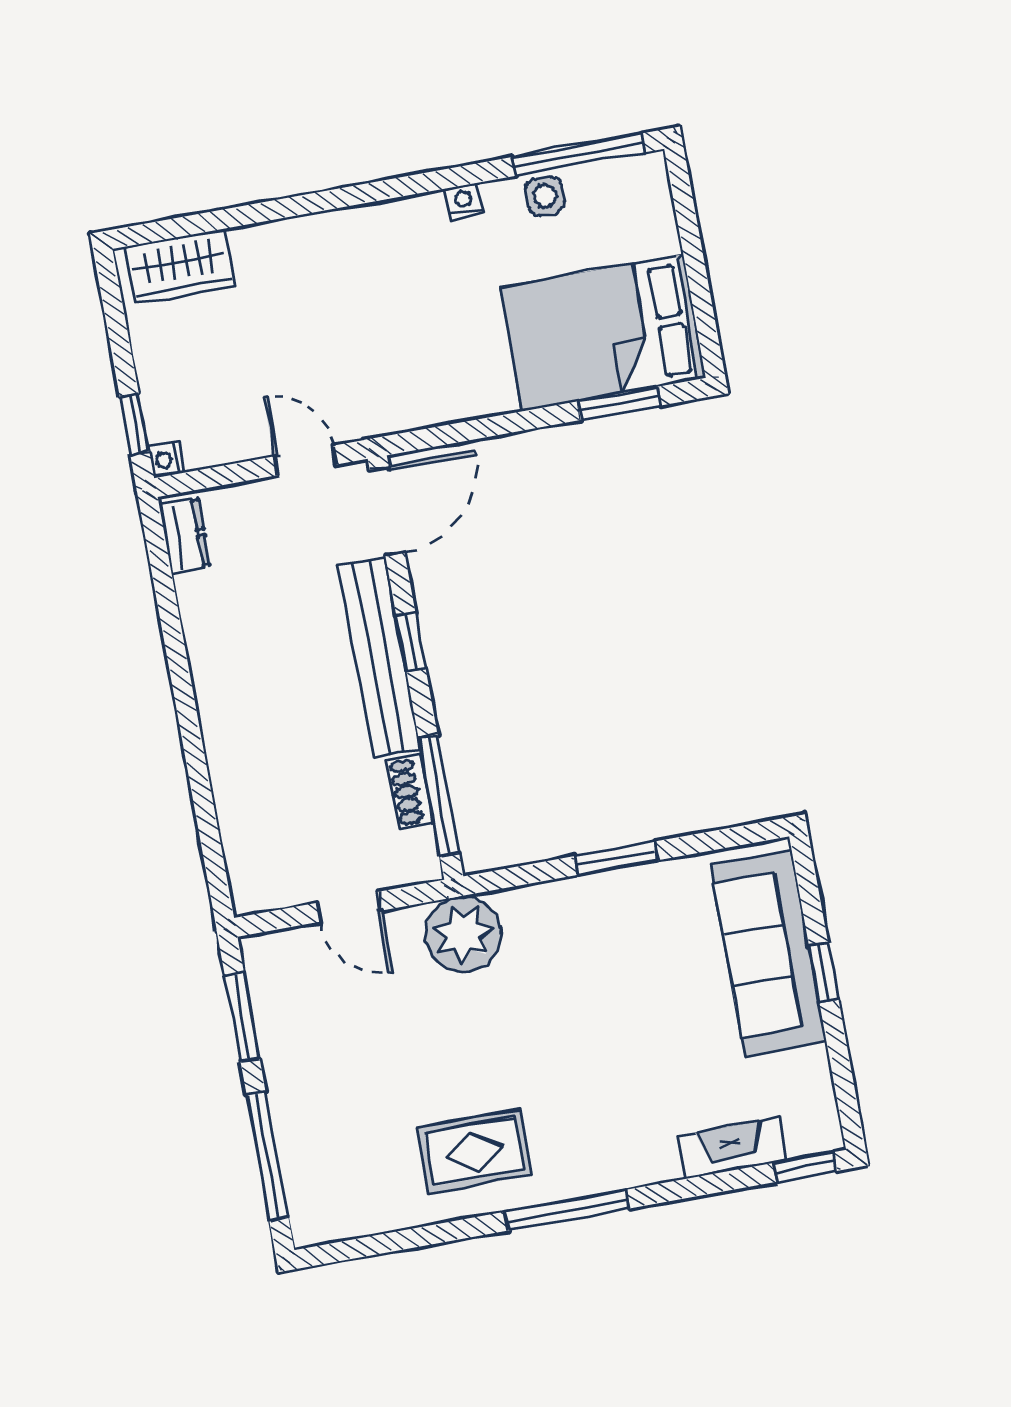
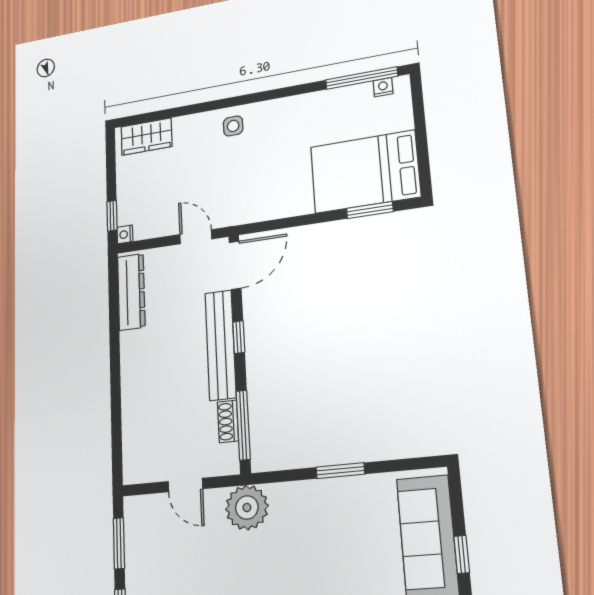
side table: (545, 196) -> (233, 126), moved
nightstand: (464, 201) -> (383, 87), moved
dresser: (185, 535) -> (131, 292), width x1.96, depth x1.24

